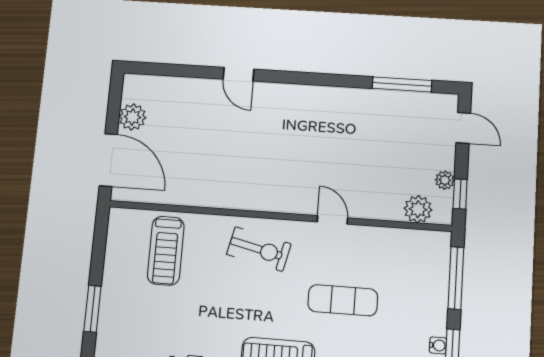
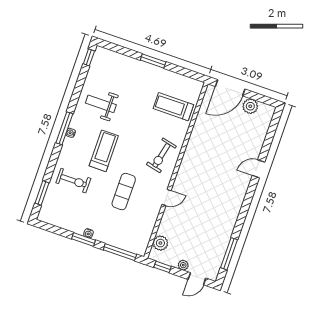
plant: (445, 180) -> (183, 265), moved

